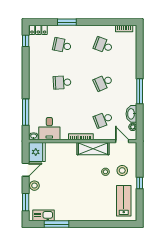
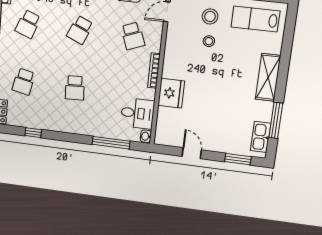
window: (26, 41) -> (33, 133), moved
school desk: (103, 82) -> (80, 30), turned 48
shelving: (93, 149) -> (268, 77), moved
fridge: (37, 152) -> (171, 93), moved, turned 90
stool: (34, 186) -> (216, 144), removed

